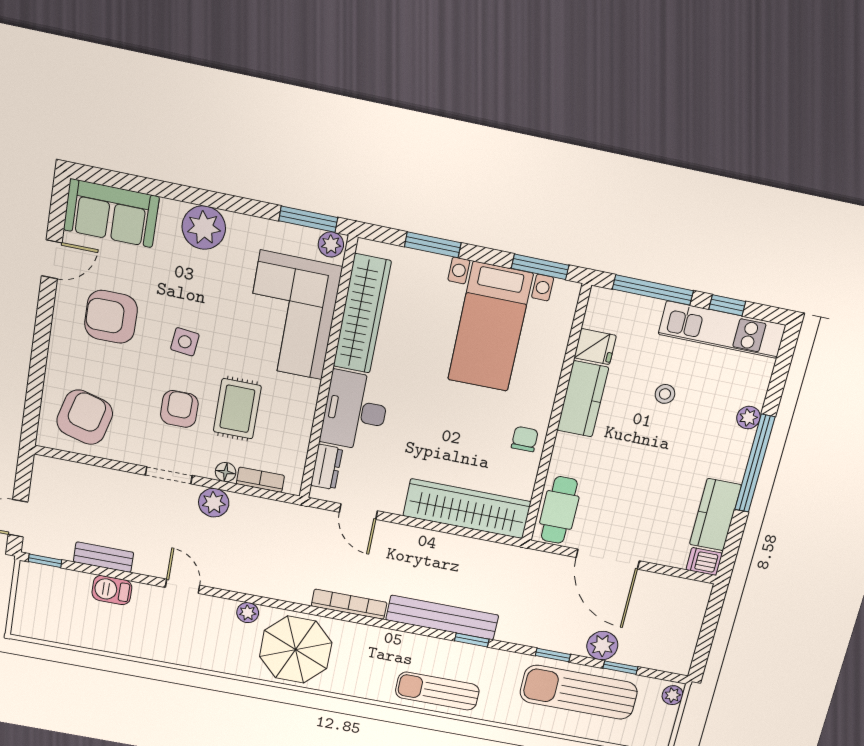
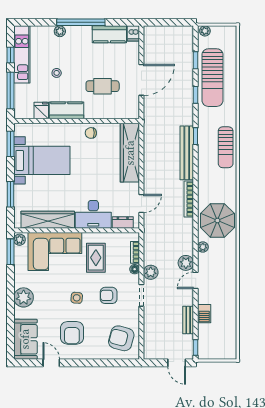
rug: (237, 409) -> (96, 258), moved, turned 90
cafe table: (559, 510) -> (103, 86), moved
plant: (602, 646) -> (186, 263), moved

